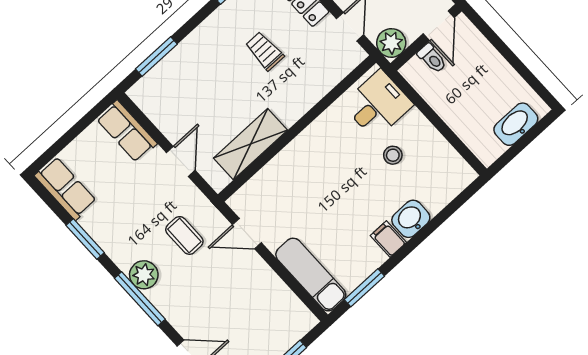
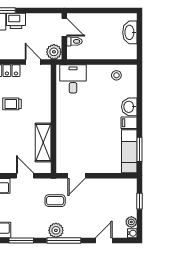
stool: (393, 155) -> (116, 75), moved
exam couch: (311, 275) -> (129, 151), moved, turned -90

